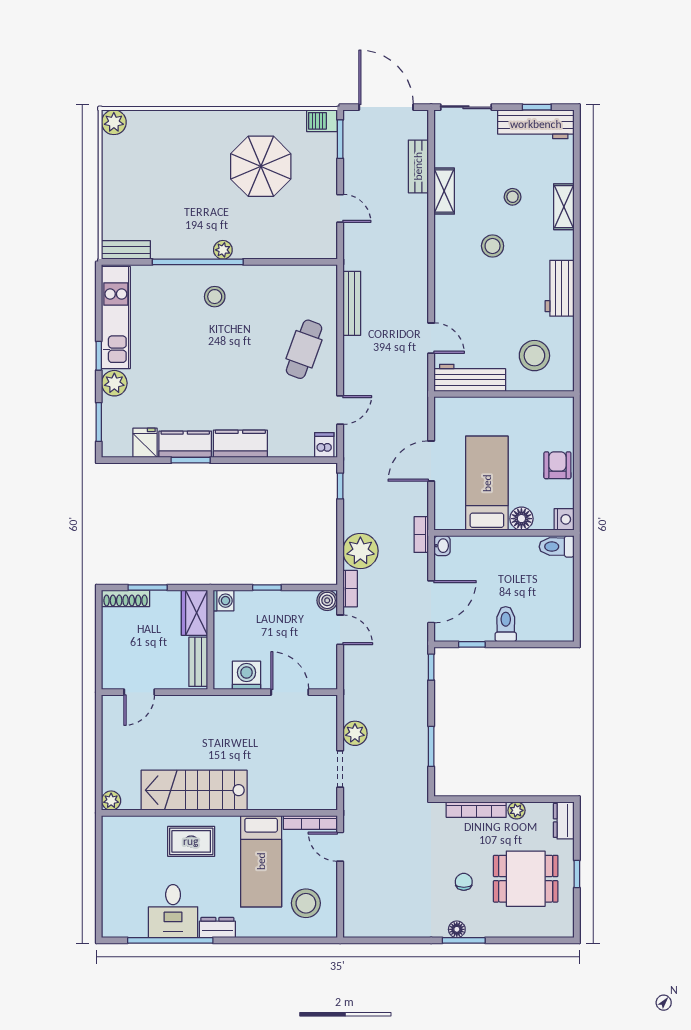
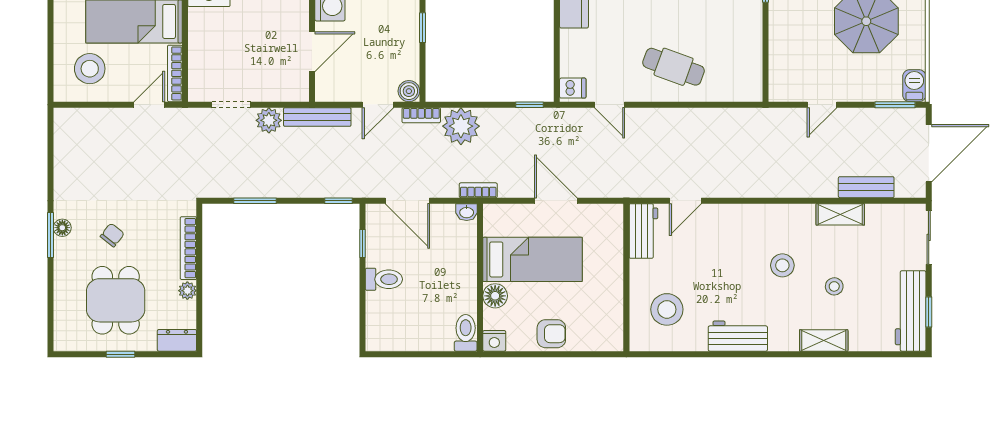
bench: (352, 303) -> (317, 117), moved
workbench: (470, 378) -> (643, 231), width x0.73
chair: (464, 882) -> (112, 235), turned -52

